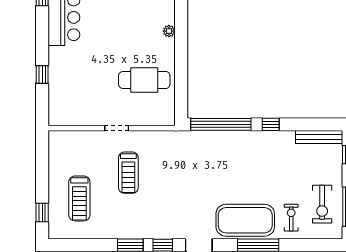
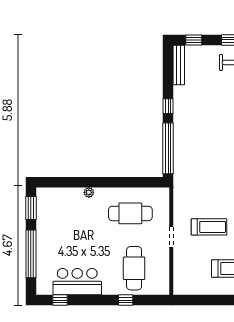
cafe table: (144, 80) -> (130, 213), turned 90
cafe table: (80, 84) -> (134, 268), added

